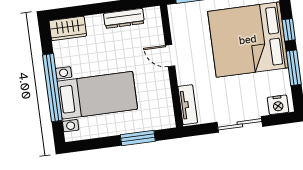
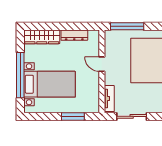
wardrobe: (68, 28) -> (42, 37), width x1.50
sliding door: (240, 124) -> (132, 116), moved

